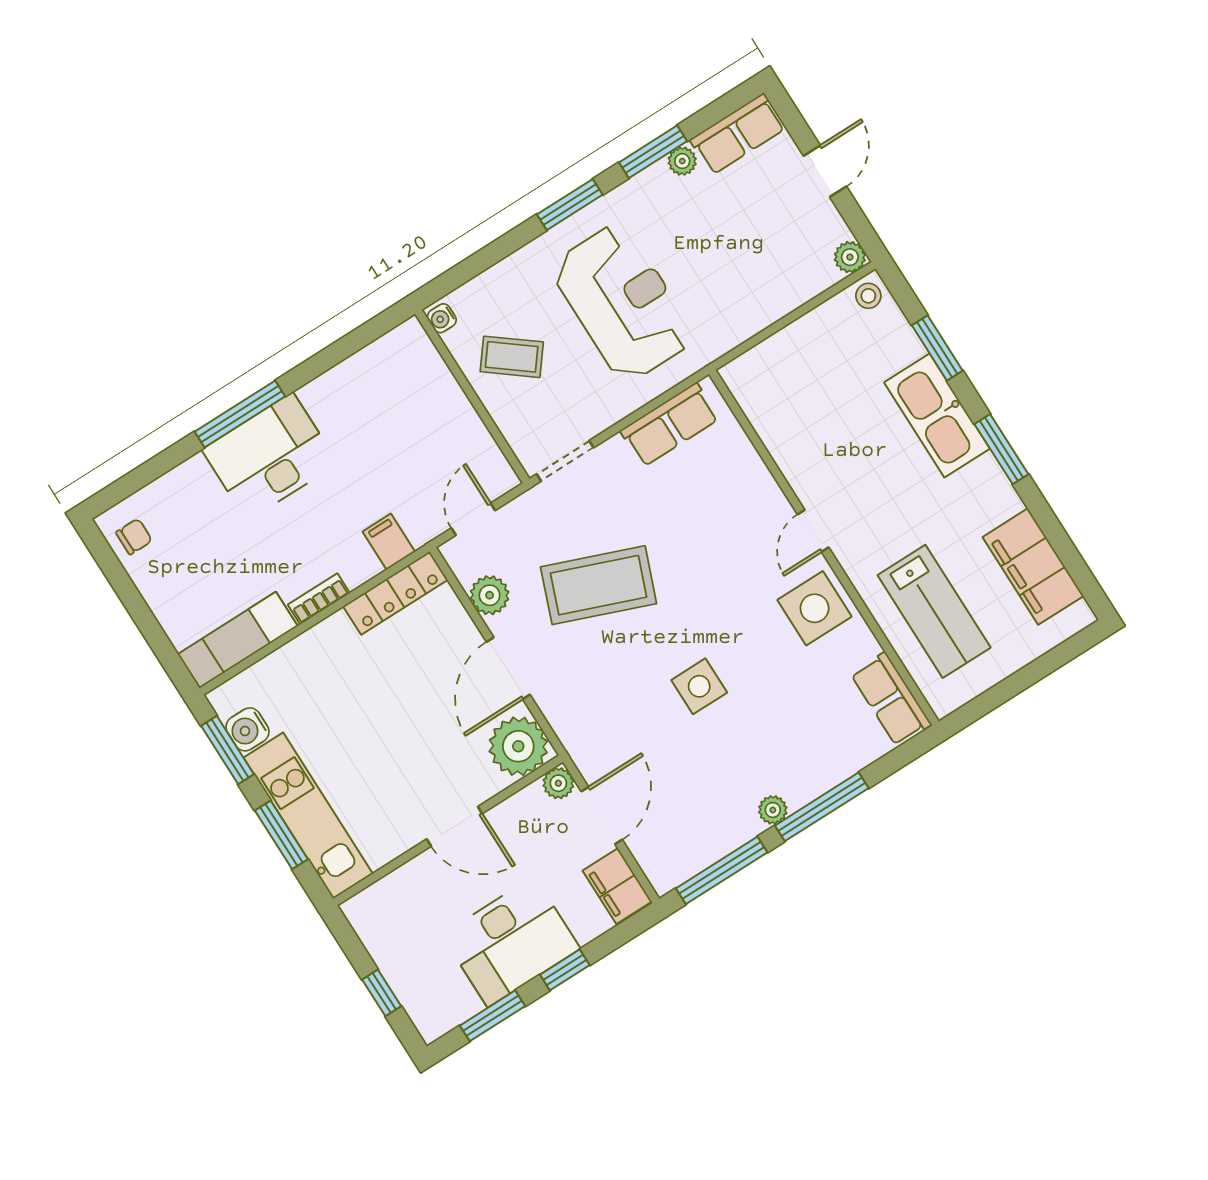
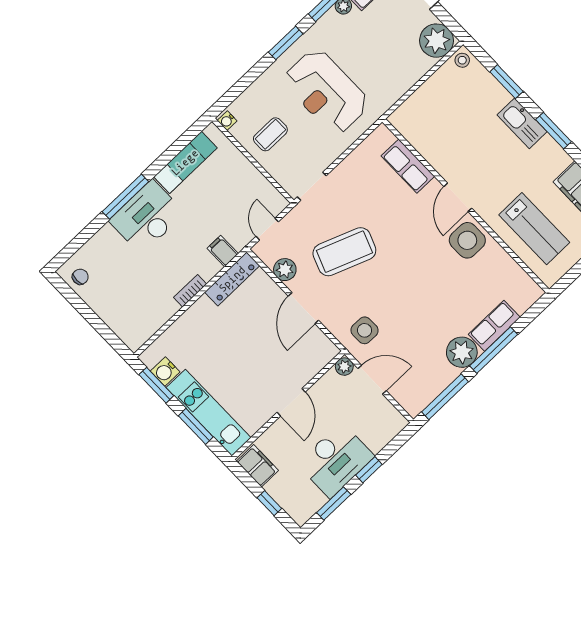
plant: (850, 257) -> (437, 41), width x1.88, depth x1.88
reception desk: (623, 303) -> (326, 92), turned 180
coffee table: (512, 357) -> (270, 134), turned -38
kitchen sink: (937, 416) -> (522, 123), width x0.73, depth x0.81
row of seats: (670, 425) -> (408, 166), moved, turned 90
door: (813, 531) -> (458, 197), width x1.38
exam couch: (238, 640) -> (185, 162), moved, turned 180
side table: (699, 686) -> (365, 330), moved
row of seats: (891, 699) -> (494, 326), moved, turned 90
plant: (518, 746) -> (318, 350), removed
plant: (773, 810) -> (462, 352), width x1.87, depth x1.87
door: (602, 816) -> (372, 380), hinge flipped
door: (454, 826) -> (291, 402), hinge flipped
filing cabinet: (617, 886) -> (258, 466), moved, turned 180

